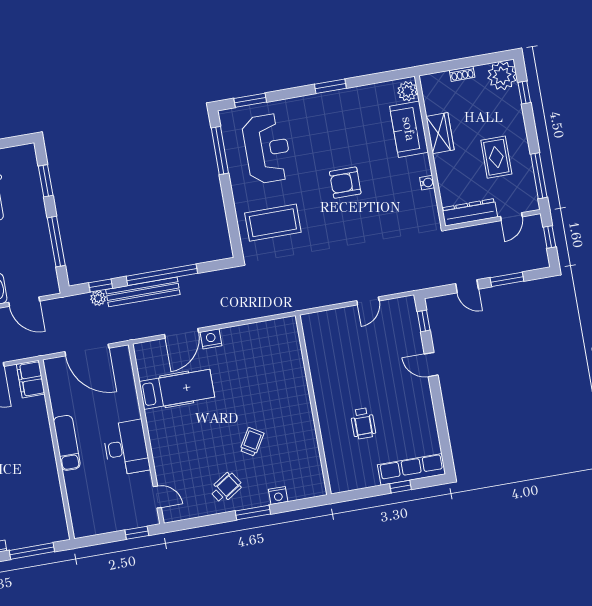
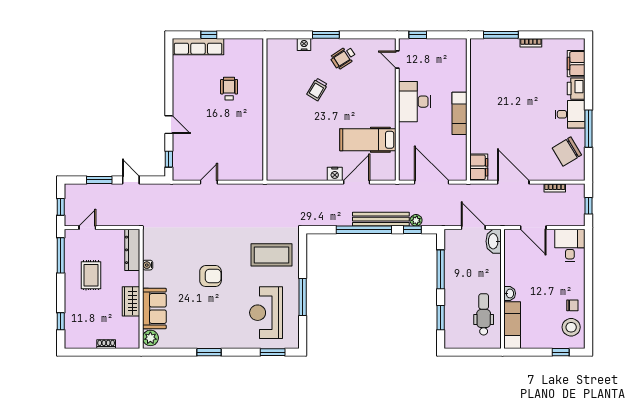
plant: (502, 76) -> (76, 337), removed
window: (220, 151) -> (303, 297), moved
dresser: (470, 212) -> (132, 250), moved, turned 90

